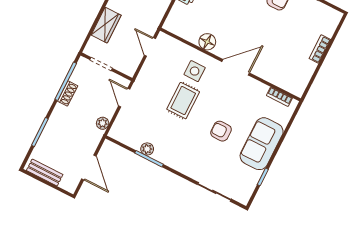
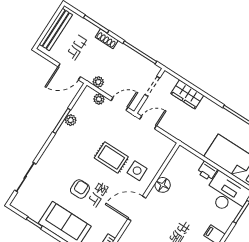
door: (150, 47) -> (148, 122), moved
door: (236, 67) -> (137, 208), swing flipped
shoe rack: (68, 93) -> (107, 39), moved
plant: (121, 121) -> (99, 99), added
door: (89, 167) -> (69, 72), moved
bench: (45, 172) -> (56, 29), width x1.36

